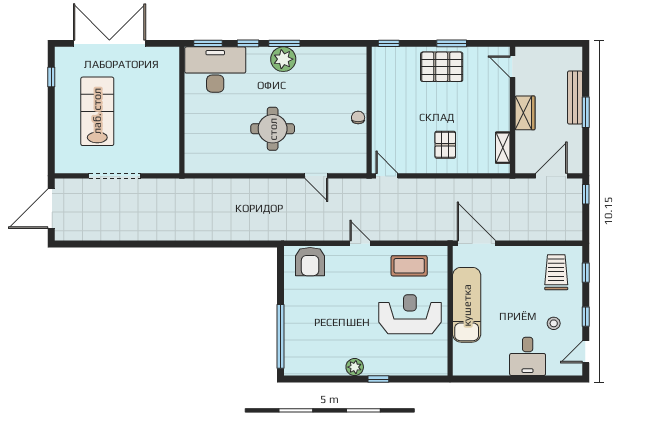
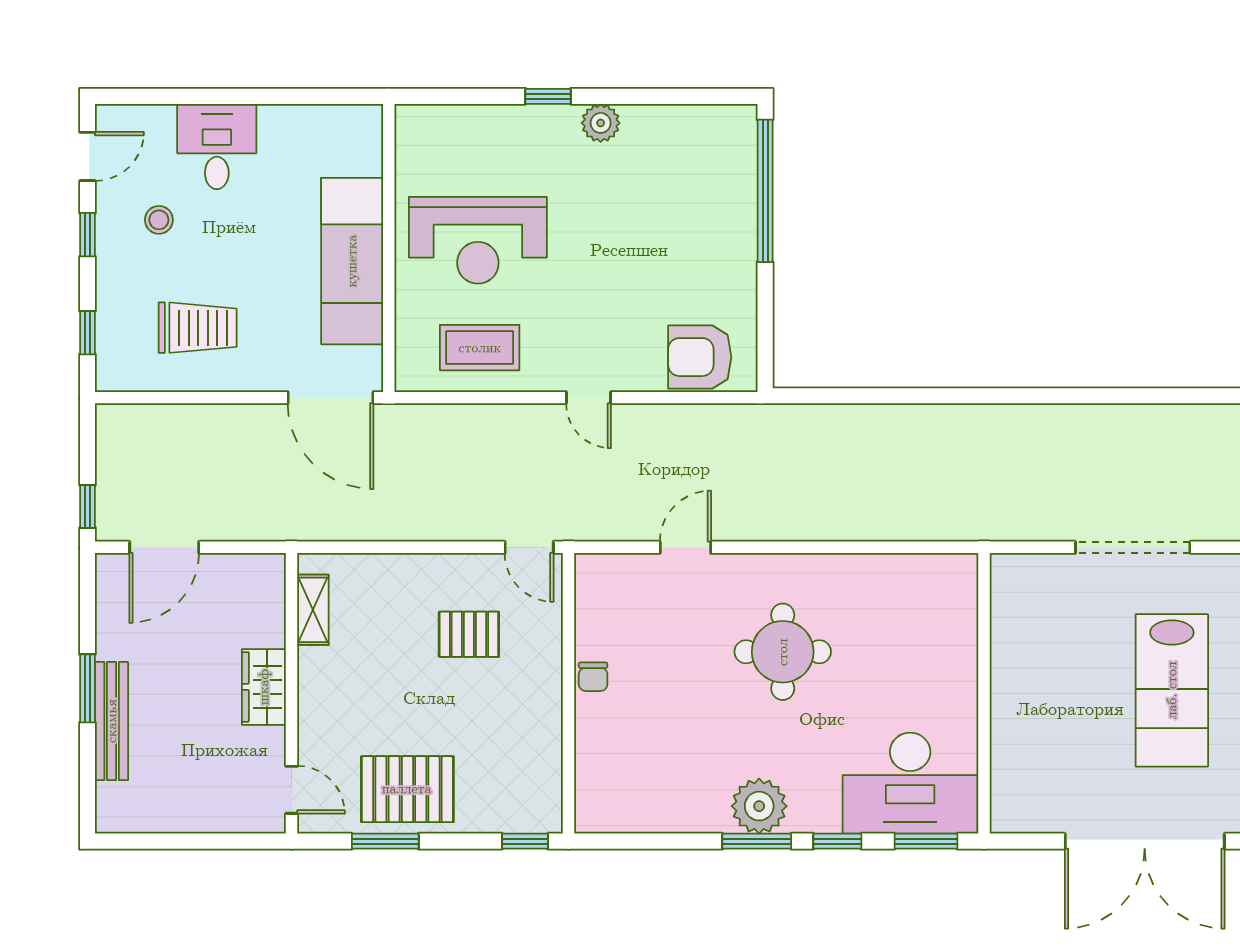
door: (512, 67) -> (292, 790), moved
wall: (512, 110) -> (292, 693), moved
wardrobe: (525, 113) -> (264, 687), moved
pallet: (445, 145) -> (469, 634), moved, turned 90
shelving: (503, 148) -> (313, 610), moved
door: (316, 176) -> (685, 547), hinge flipped
armchair: (310, 262) -> (700, 357), turned -90
trolley: (556, 272) -> (198, 328), moved, turned -90

